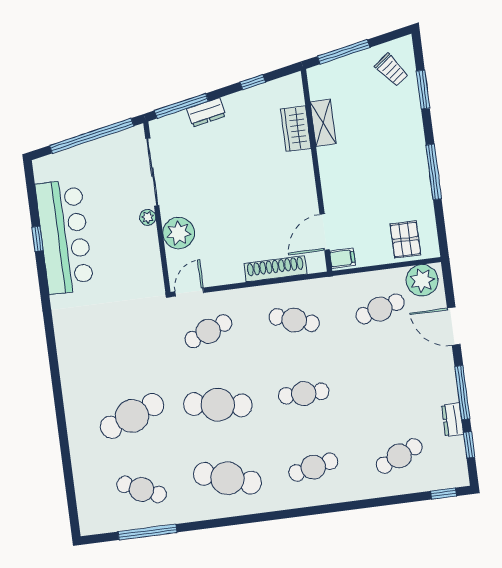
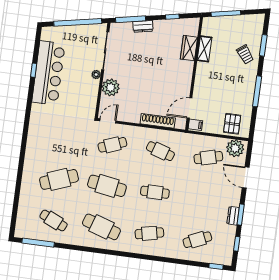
trolley: (392, 70) -> (245, 55), moved
window: (462, 393) -> (241, 215), width x0.69
dresser: (452, 420) -> (233, 216), moved
window: (147, 532) -> (38, 243), moved

